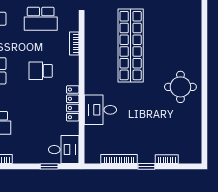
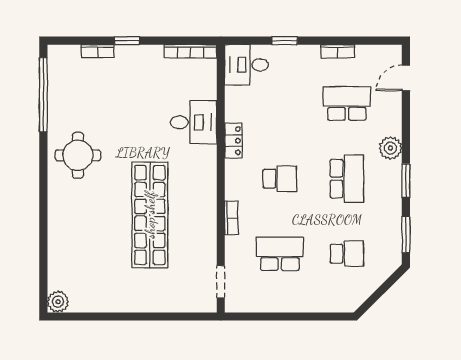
locker: (73, 103) -> (233, 141), width x0.66
window: (204, 129) -> (43, 95), added
bookcase: (119, 159) -> (191, 51), moved
window: (49, 166) -> (285, 41), moved

